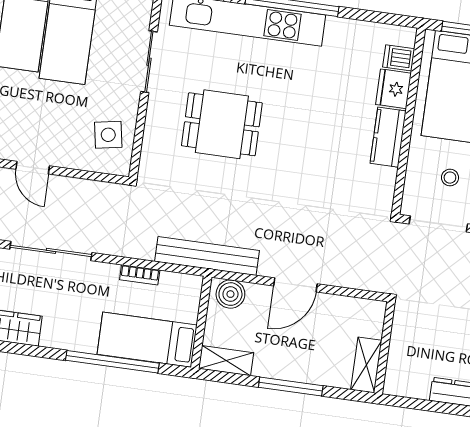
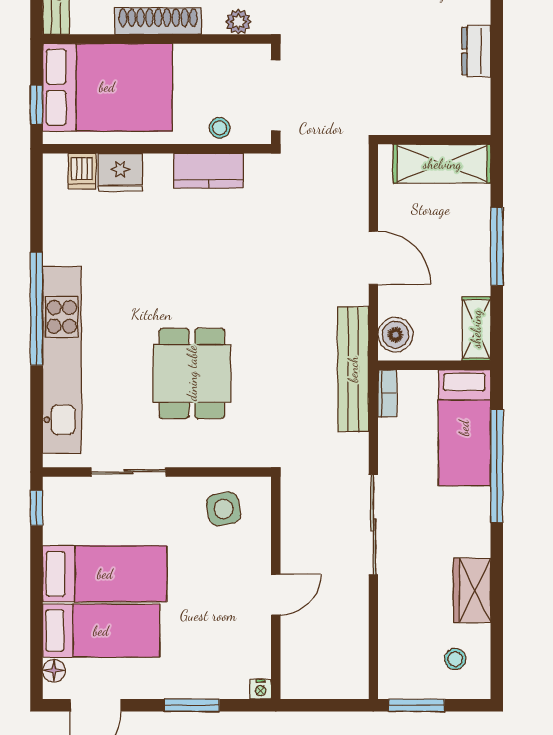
kitchen counter: (388, 137) -> (208, 171), moved
stool: (450, 178) -> (220, 128), moved
sliding door: (51, 251) -> (373, 525), moved
bookcase: (140, 275) -> (387, 393), moved
shelving: (366, 365) -> (442, 164), width x1.50, depth x1.33

